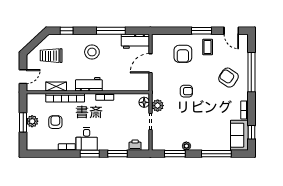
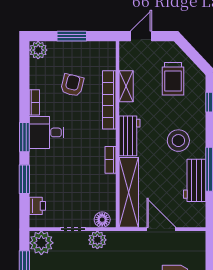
workbench: (135, 41) -> (195, 180), moved
trolley: (51, 56) -> (173, 79), turned 180
door: (23, 77) -> (141, 36), swing flipped
shelving: (126, 85) -> (129, 192), added
plant: (32, 121) -> (38, 50), moved
armchair: (55, 122) -> (72, 85), turned -76
plant: (159, 142) -> (41, 243), added

